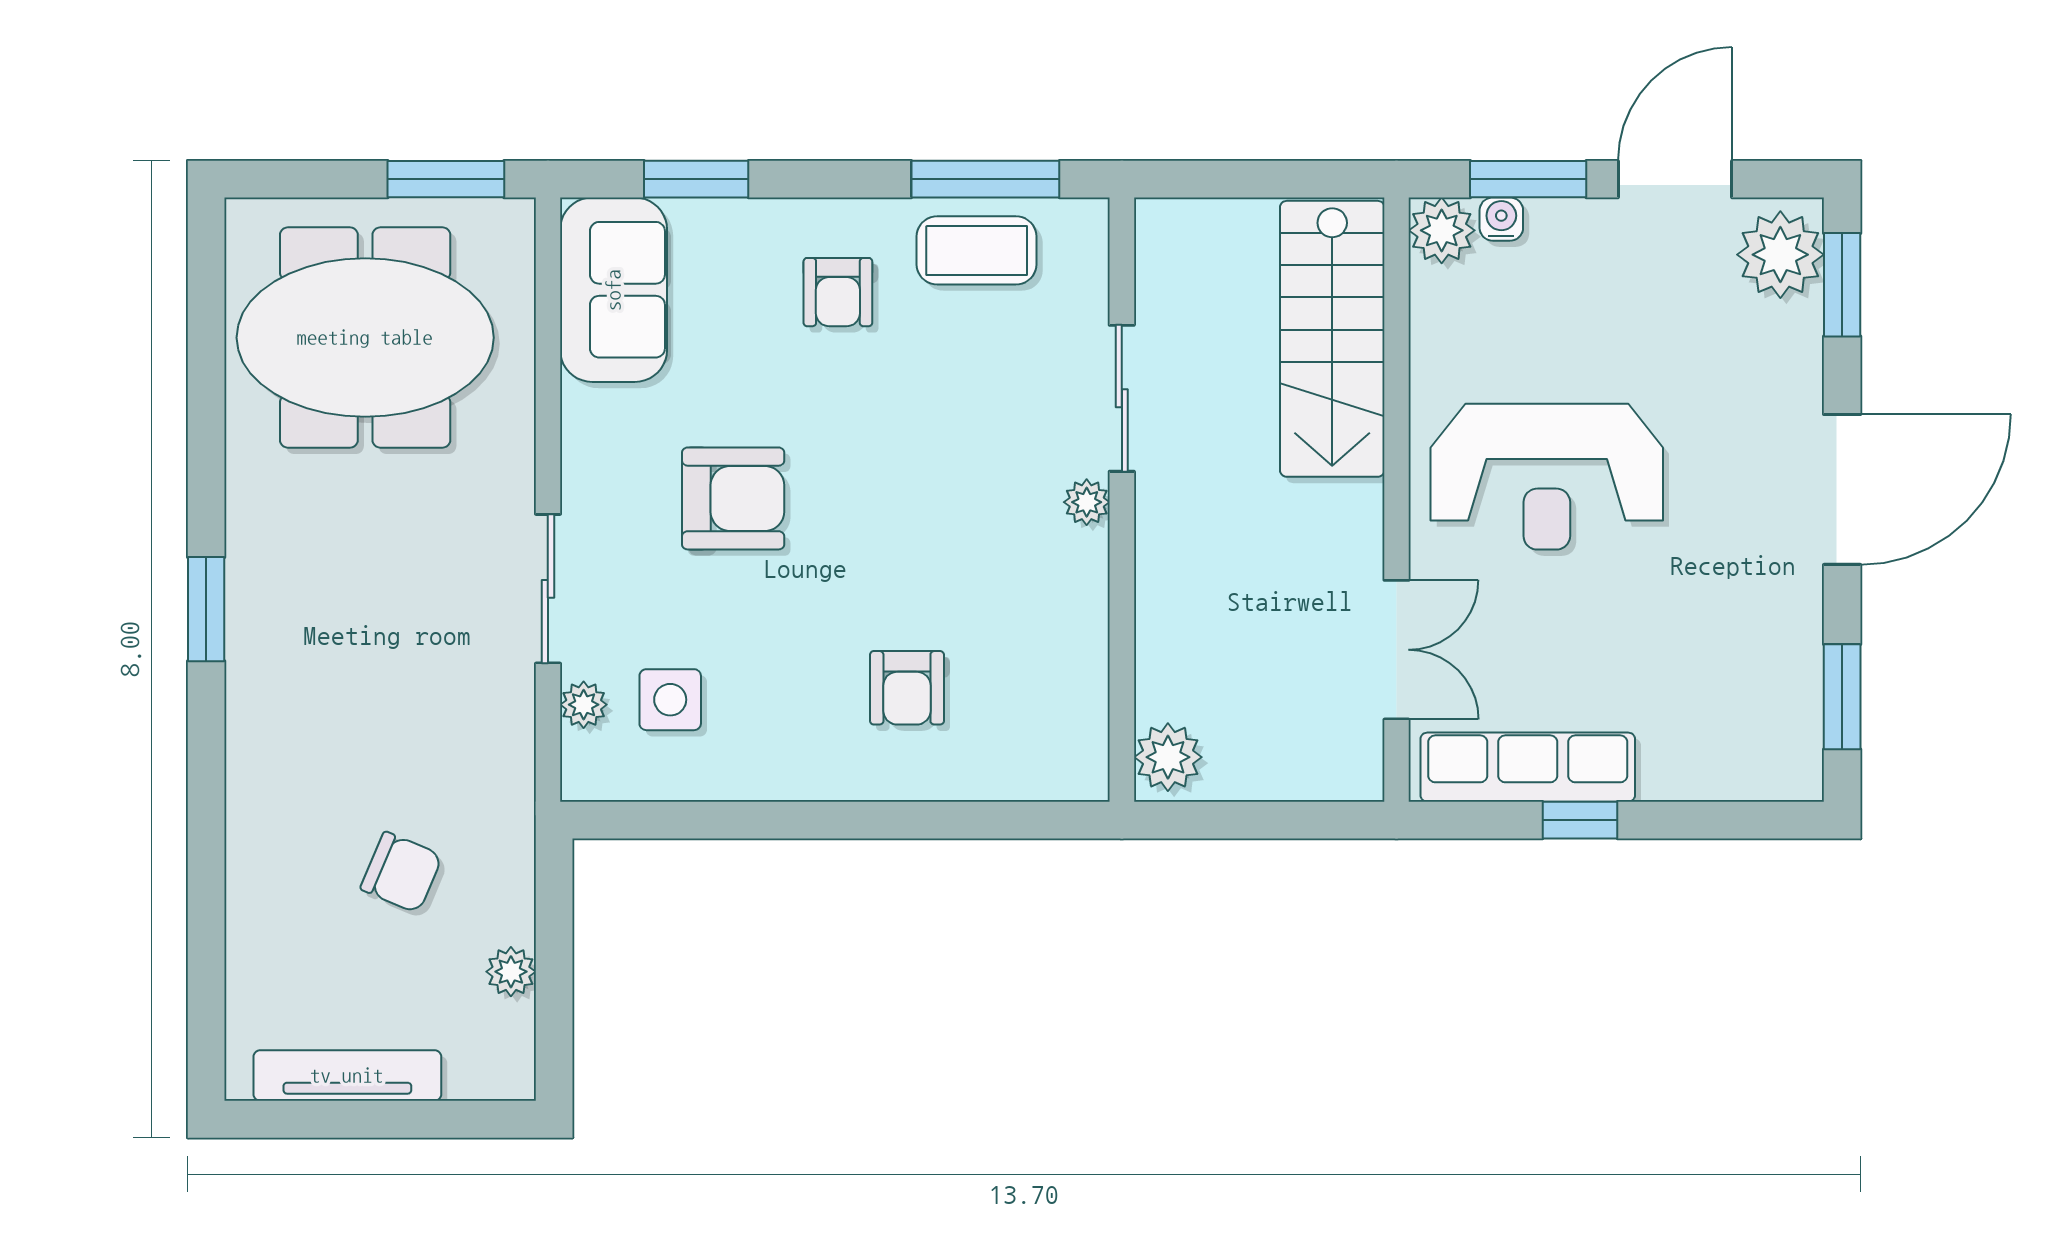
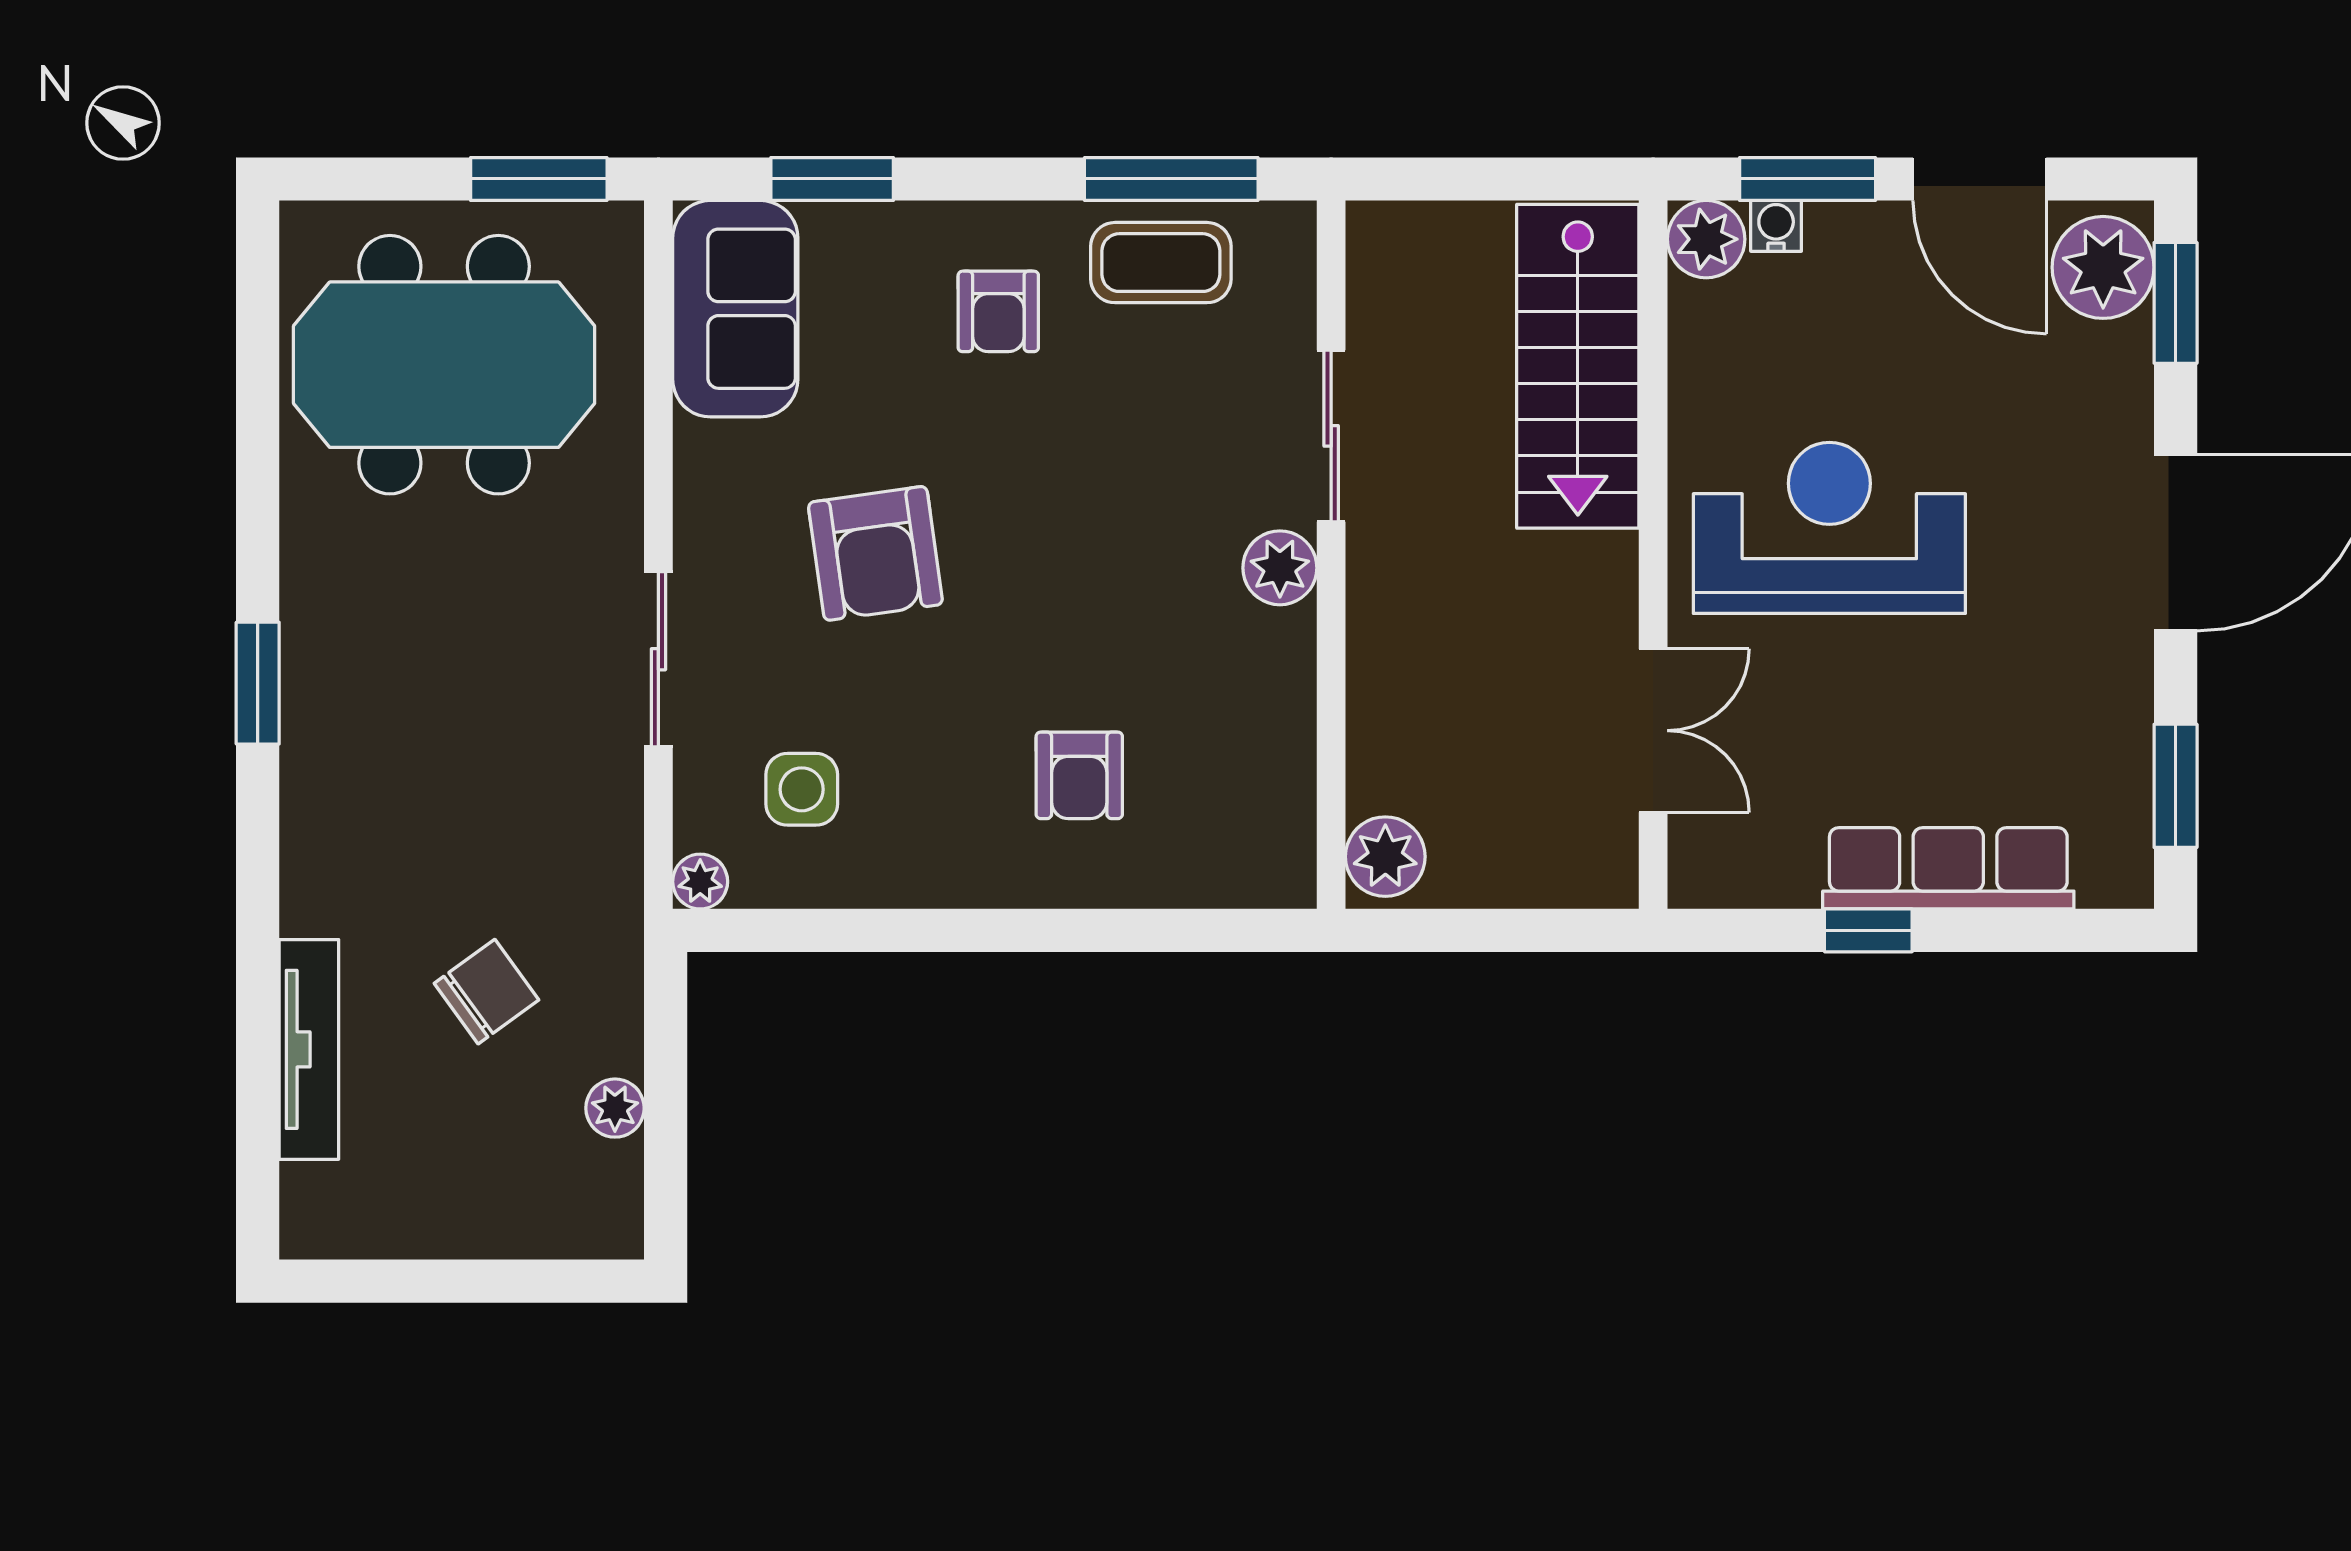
door: (1675, 179) -> (1980, 179), swing flipped
reception desk: (1547, 477) -> (1829, 528), turned 180
armchair: (733, 498) -> (875, 553), turned 82
plant: (1087, 502) -> (1280, 568), width x1.38, depth x1.38
plant: (584, 705) -> (700, 882), moved
row of seats: (1528, 767) -> (1948, 868), moved
chair: (401, 872) -> (486, 992), turned -59
tv unit: (347, 1076) -> (309, 1049), moved, turned 90

